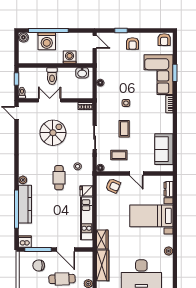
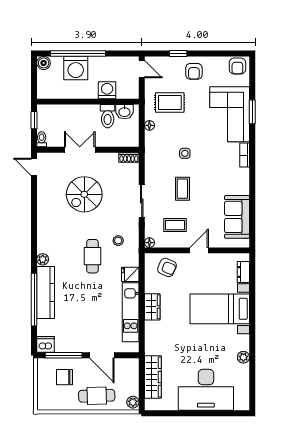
rug: (115, 66) -> (170, 102), added
toilet: (52, 76) -> (108, 116), moved
spiral stairs: (53, 133) -> (84, 194), turned 180
door: (136, 173) -> (199, 250), swing flipped
wardrobe: (102, 239) -> (152, 307), moved

